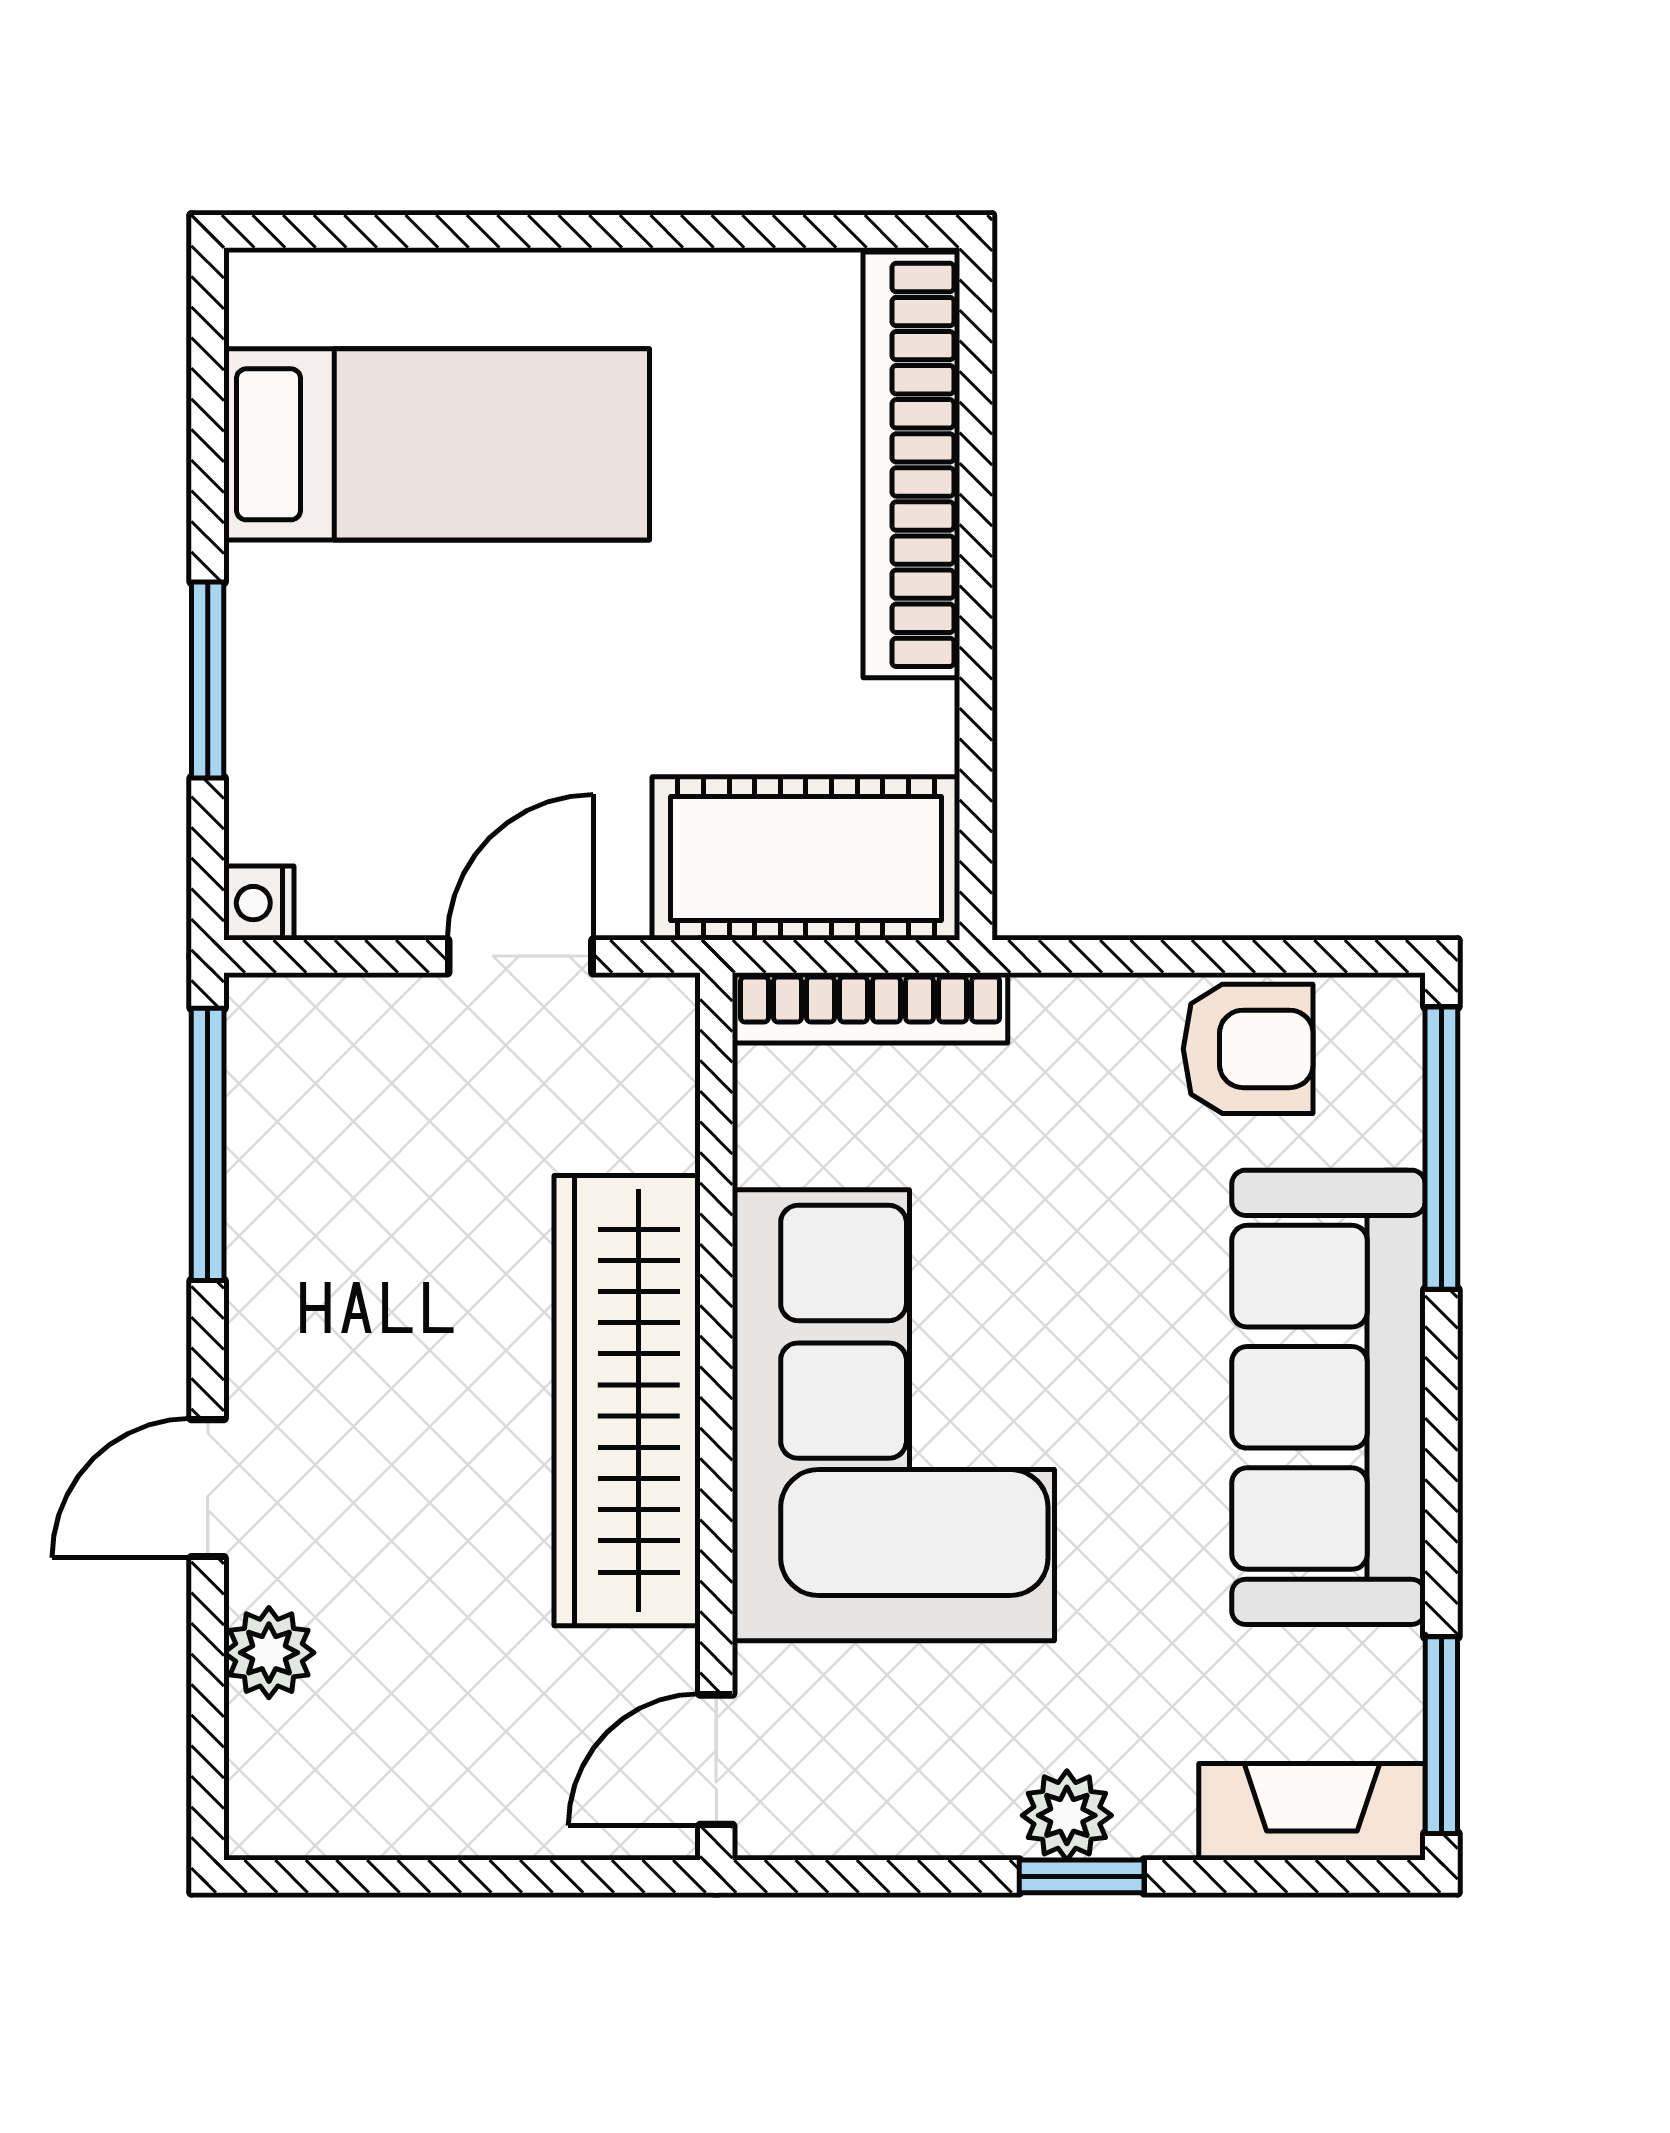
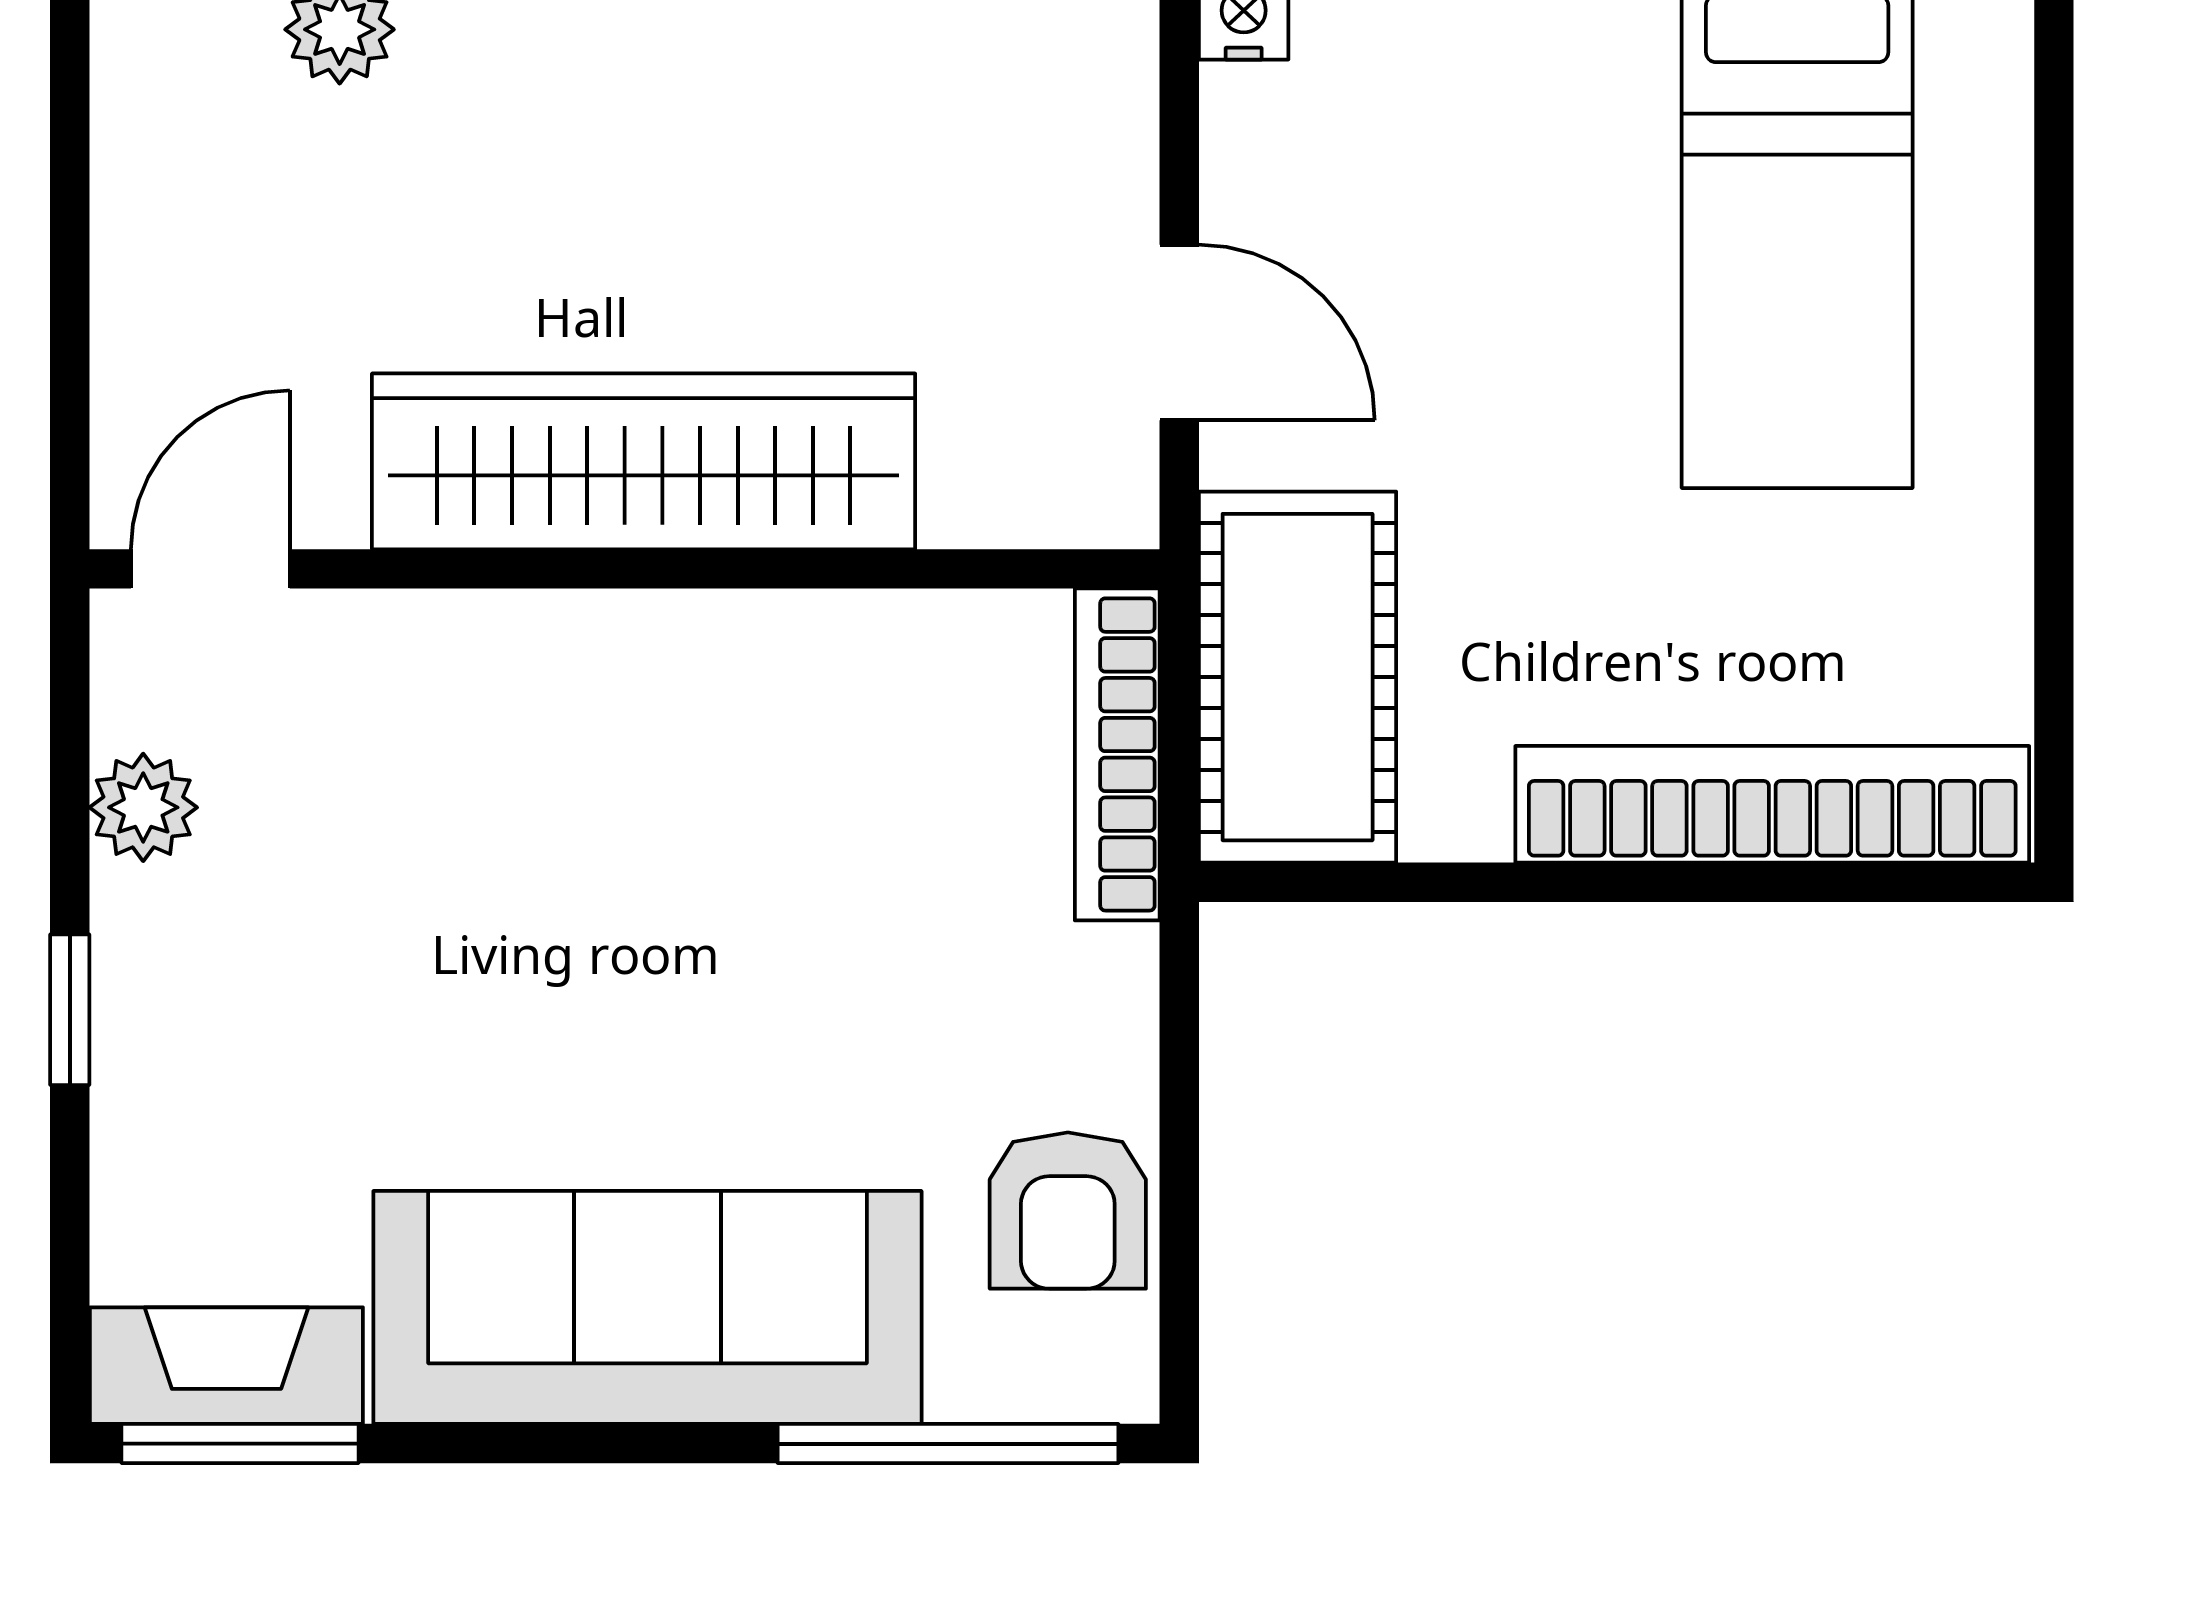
corner sofa: (893, 1415) -> (626, 783), removed
door: (716, 1760) -> (210, 569), hinge flipped
fireplace: (1312, 1812) -> (226, 1366), moved, turned -90
plant: (1067, 1815) -> (143, 807), moved

